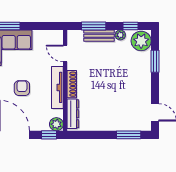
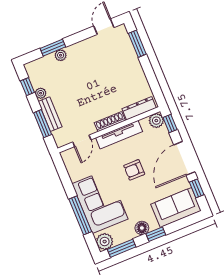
plant: (141, 41) -> (61, 55), moved, width x0.53, depth x0.53

